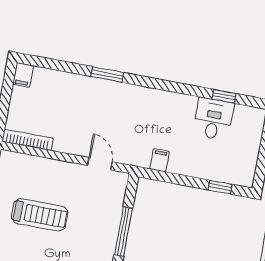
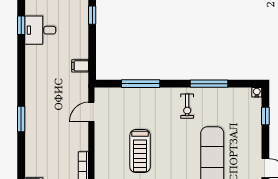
treadmill: (40, 215) -> (140, 151), turned 180

